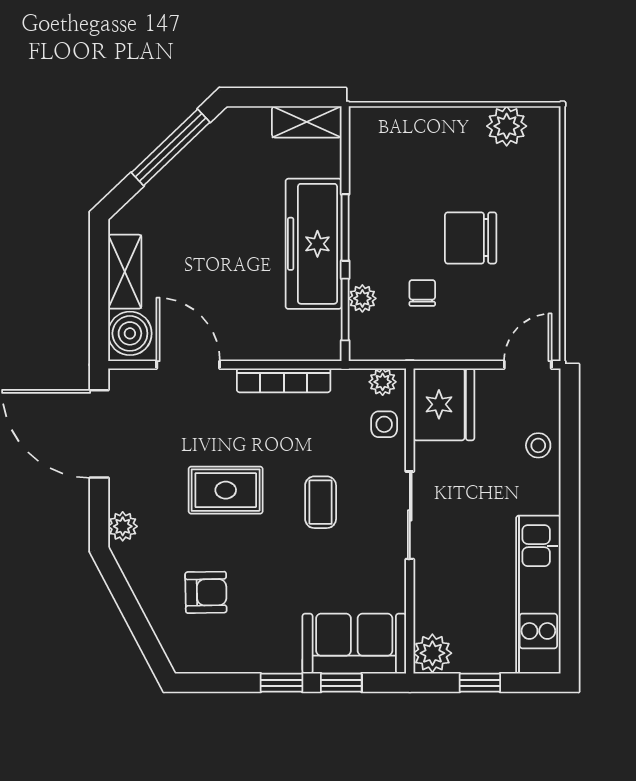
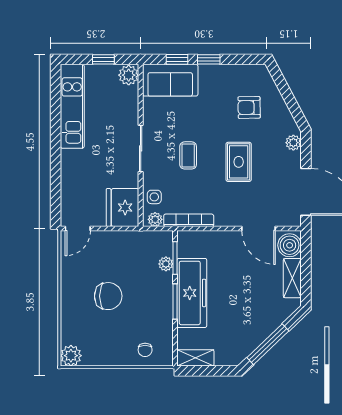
plant: (507, 126) -> (71, 356), moved
chair: (422, 293) -> (145, 350), moved
bookcase: (284, 380) -> (189, 220), moved
stool: (538, 445) -> (72, 186), removed
rug: (226, 490) -> (239, 162), turned 90

